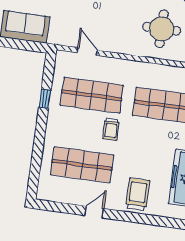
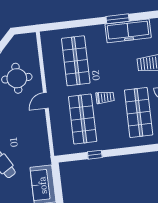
door: (87, 51) -> (46, 100), moved

